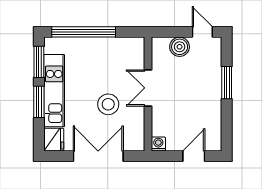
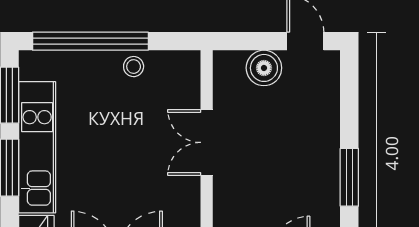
window: (227, 83) -> (349, 177), moved
stool: (108, 104) -> (134, 67), moved, width x0.53, depth x0.53

